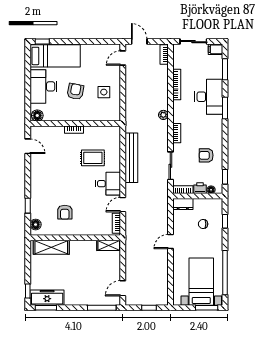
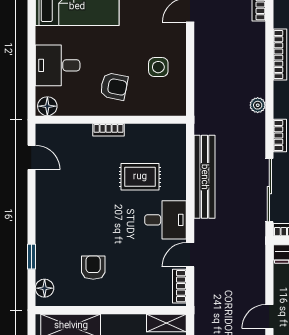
desk: (43, 86) -> (58, 65), width x0.73
armchair: (75, 91) -> (114, 86), moved, turned 90
sliding door: (170, 166) -> (269, 190), width x1.37
armchair: (65, 212) -> (93, 268), turned 180

